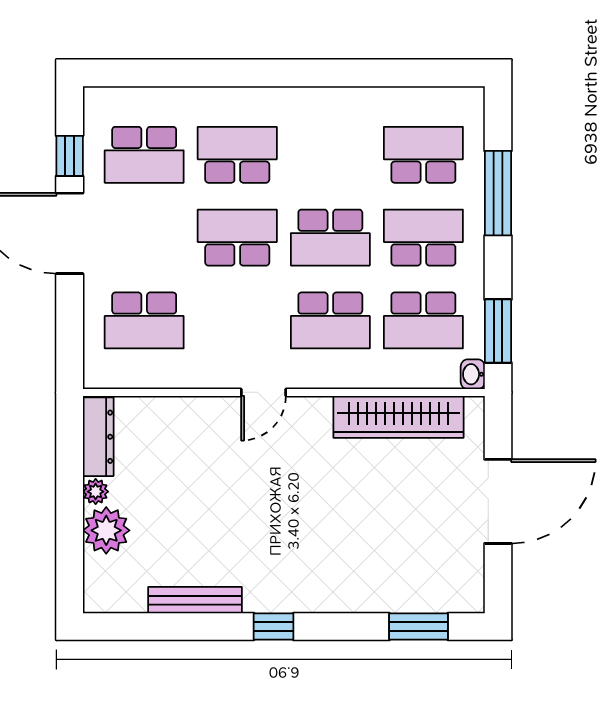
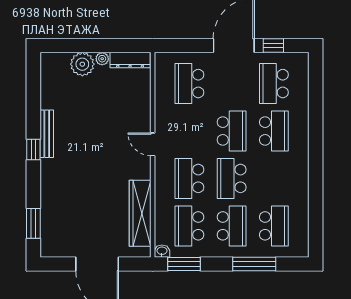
bench: (195, 600) -> (47, 134), moved

